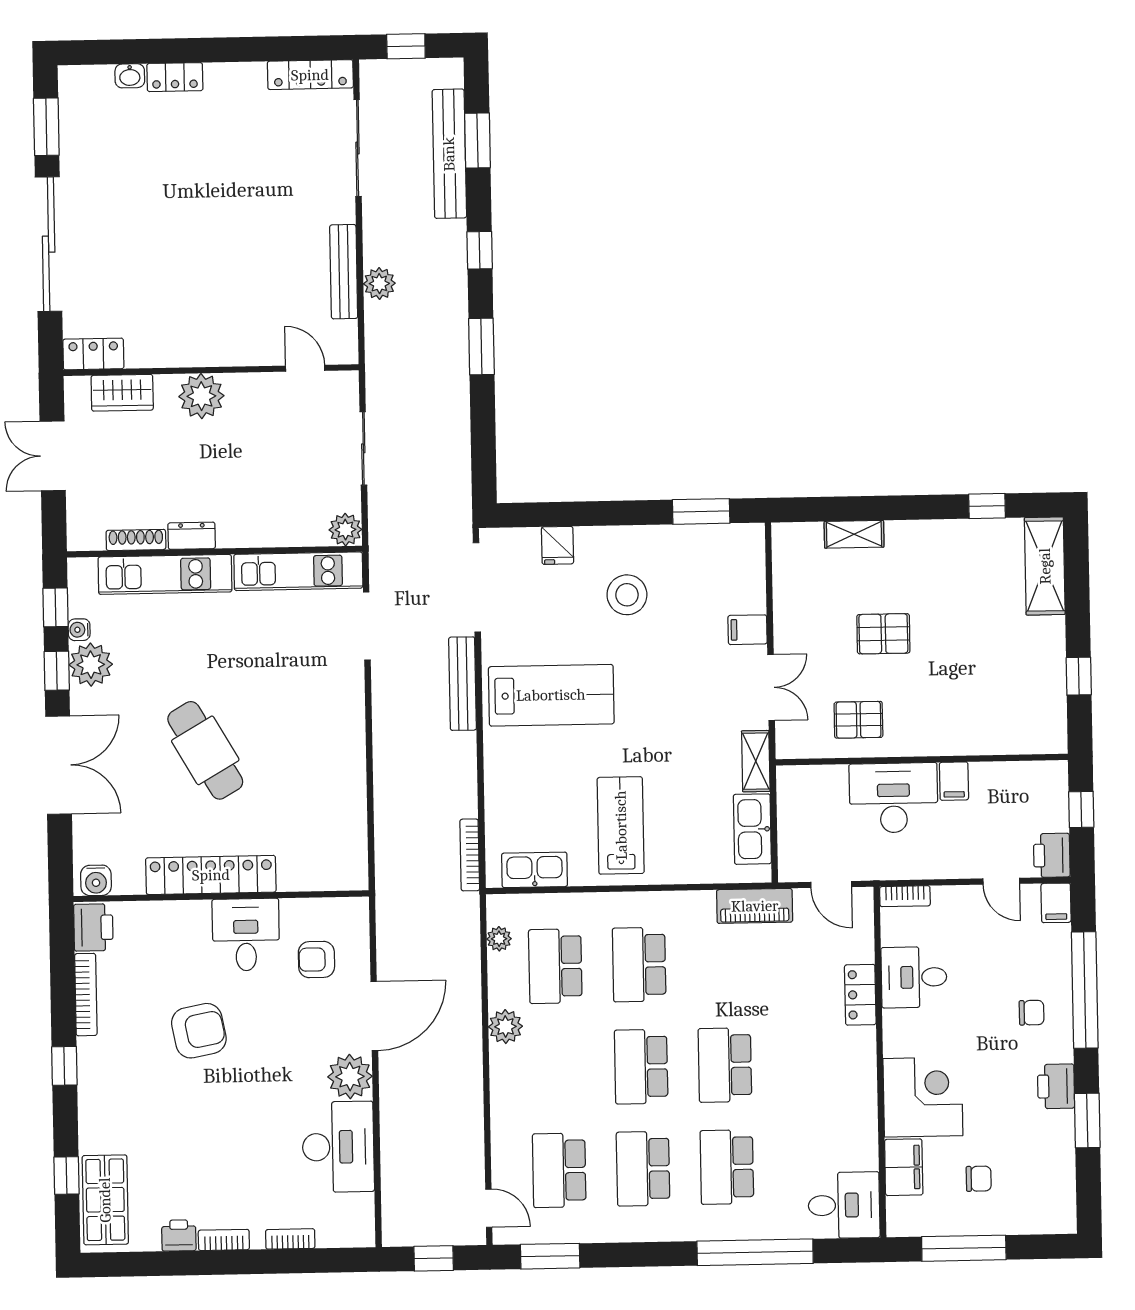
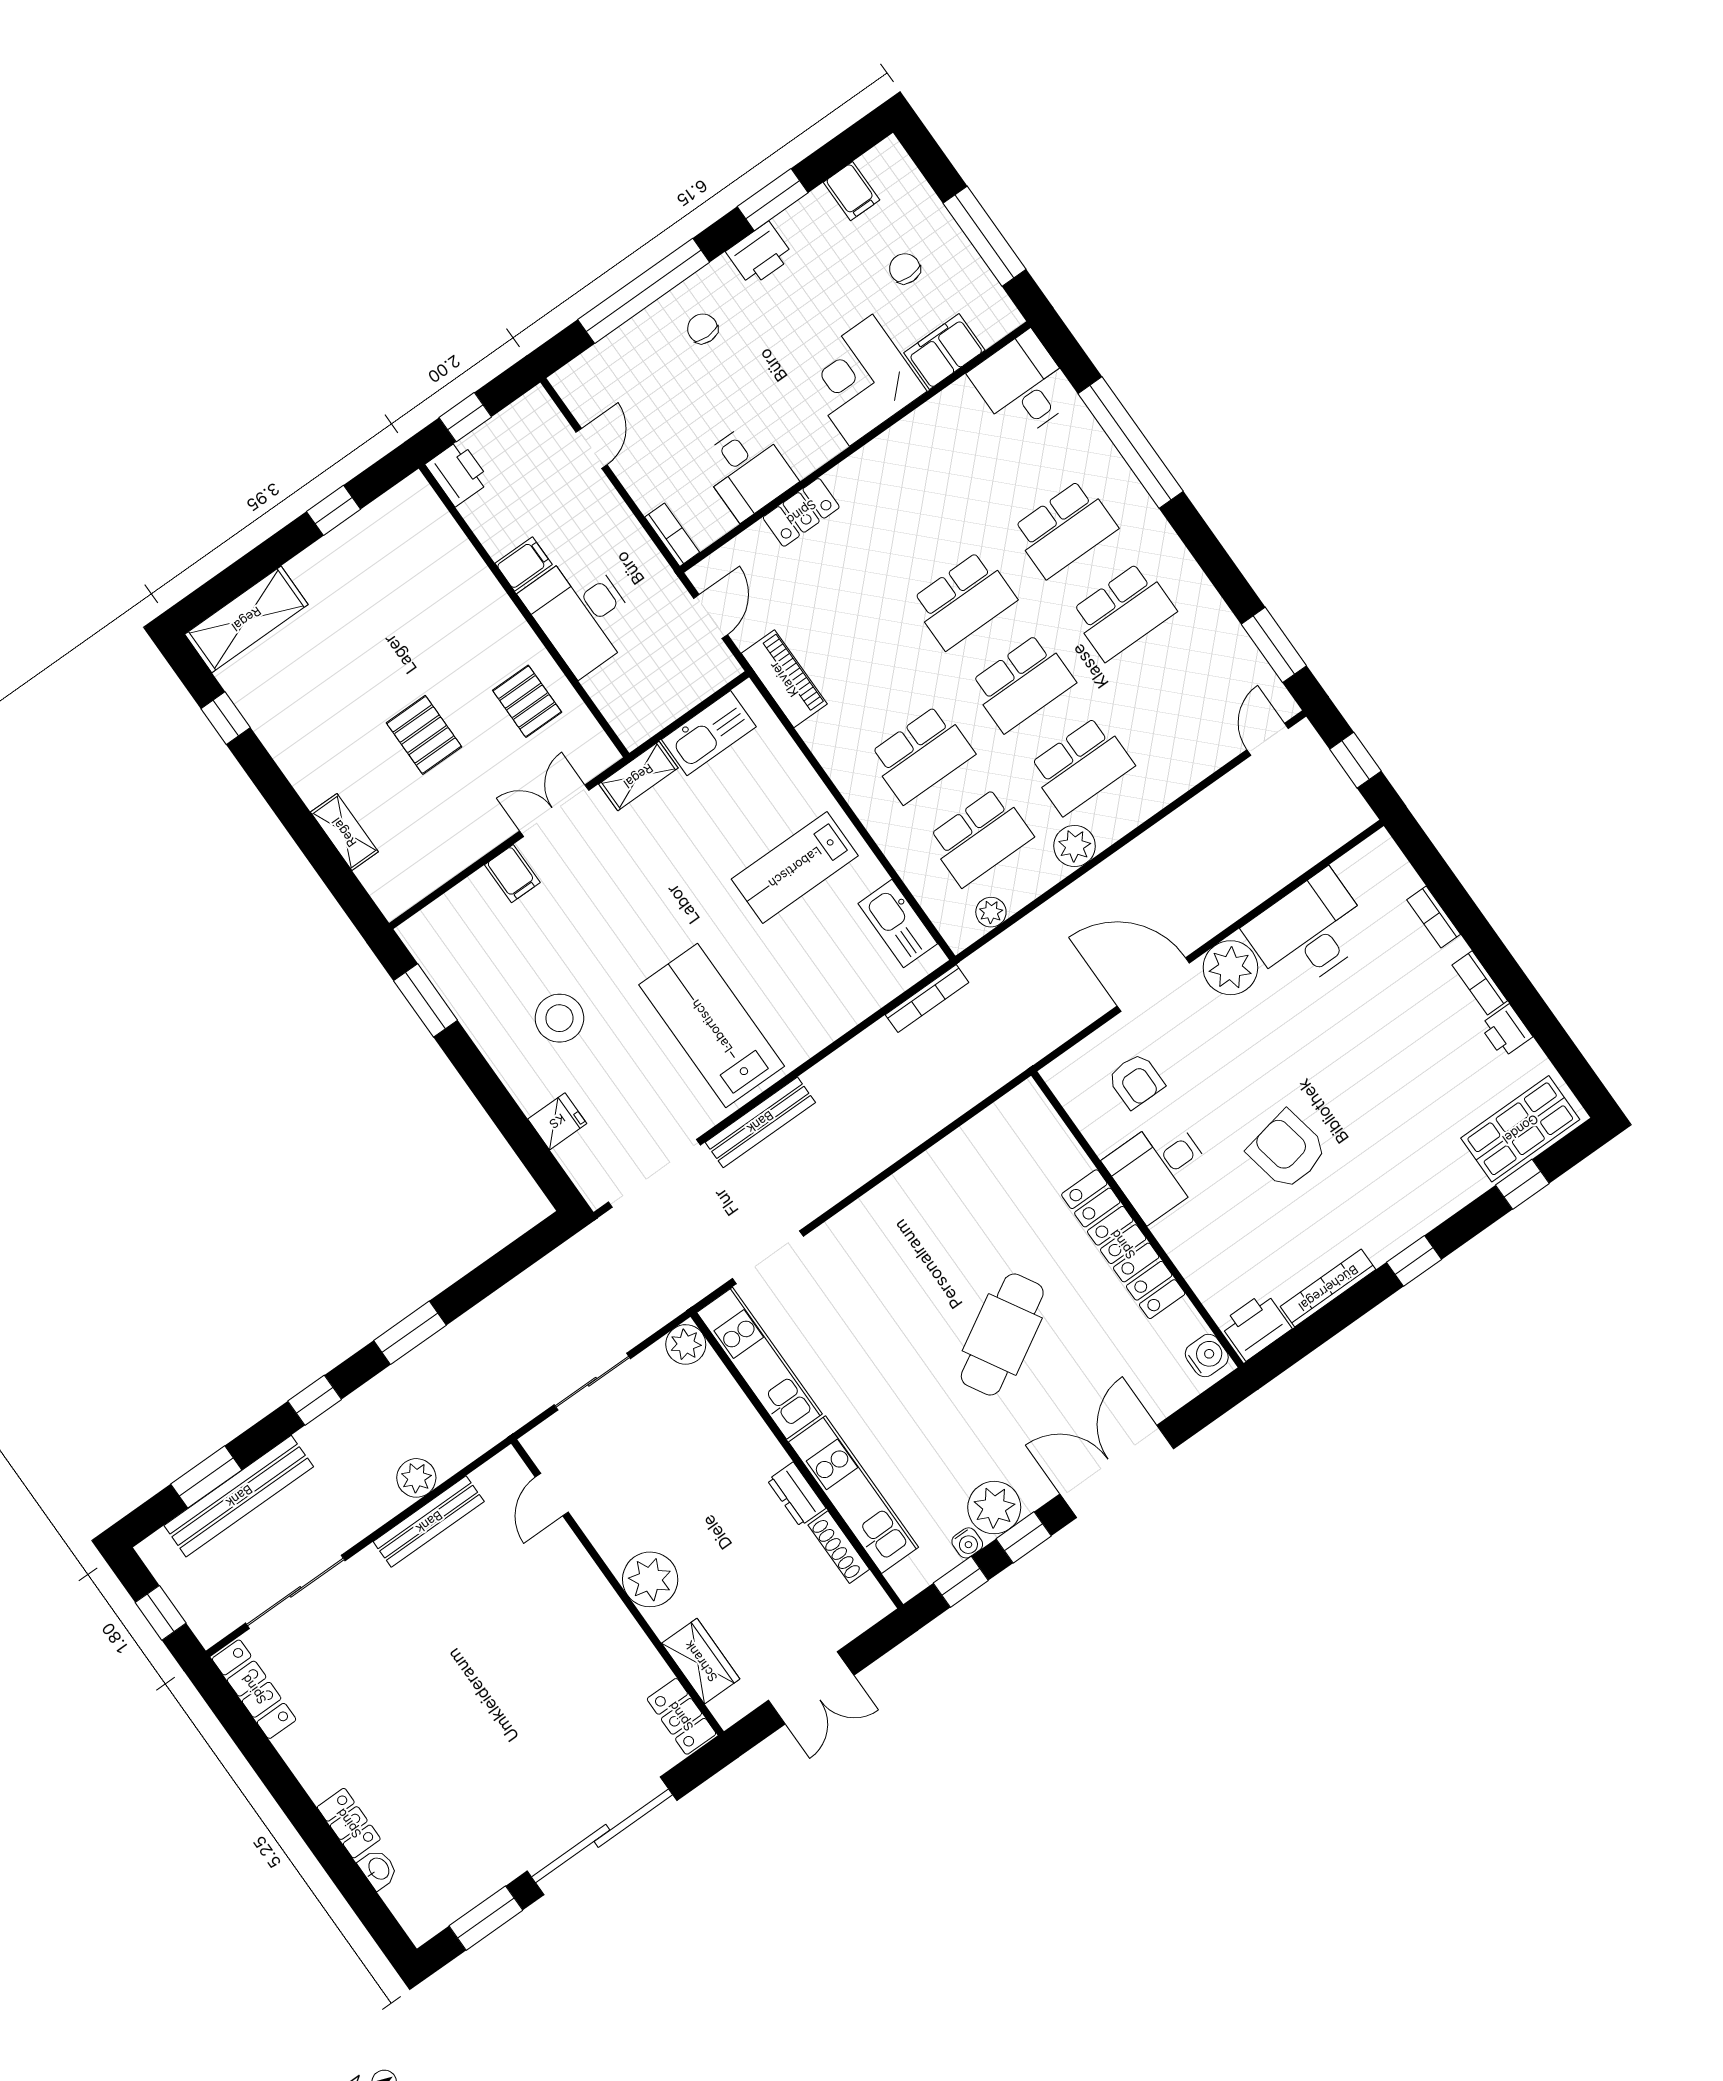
printer: (1052, 855) -> (458, 473), moved, turned -90
filing cabinet: (1056, 903) -> (852, 191), moved, turned 90
school desk: (559, 1170) -> (1081, 766), moved

